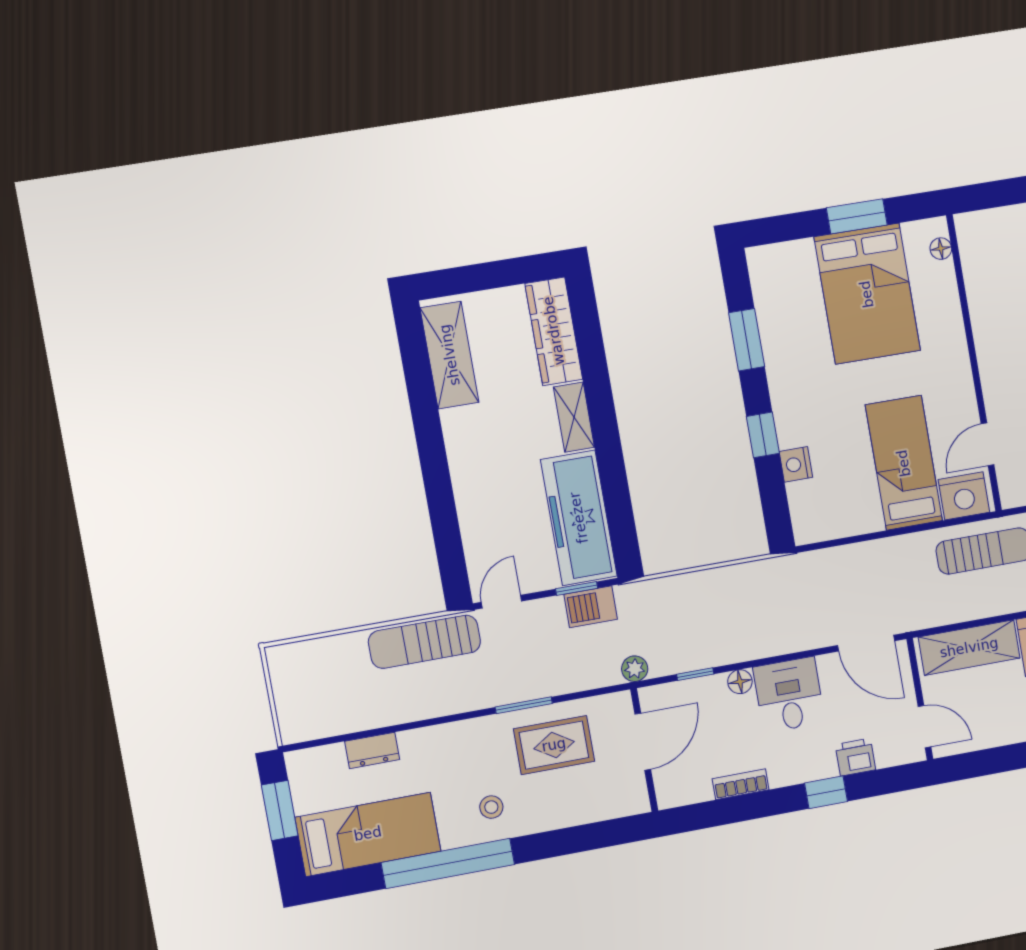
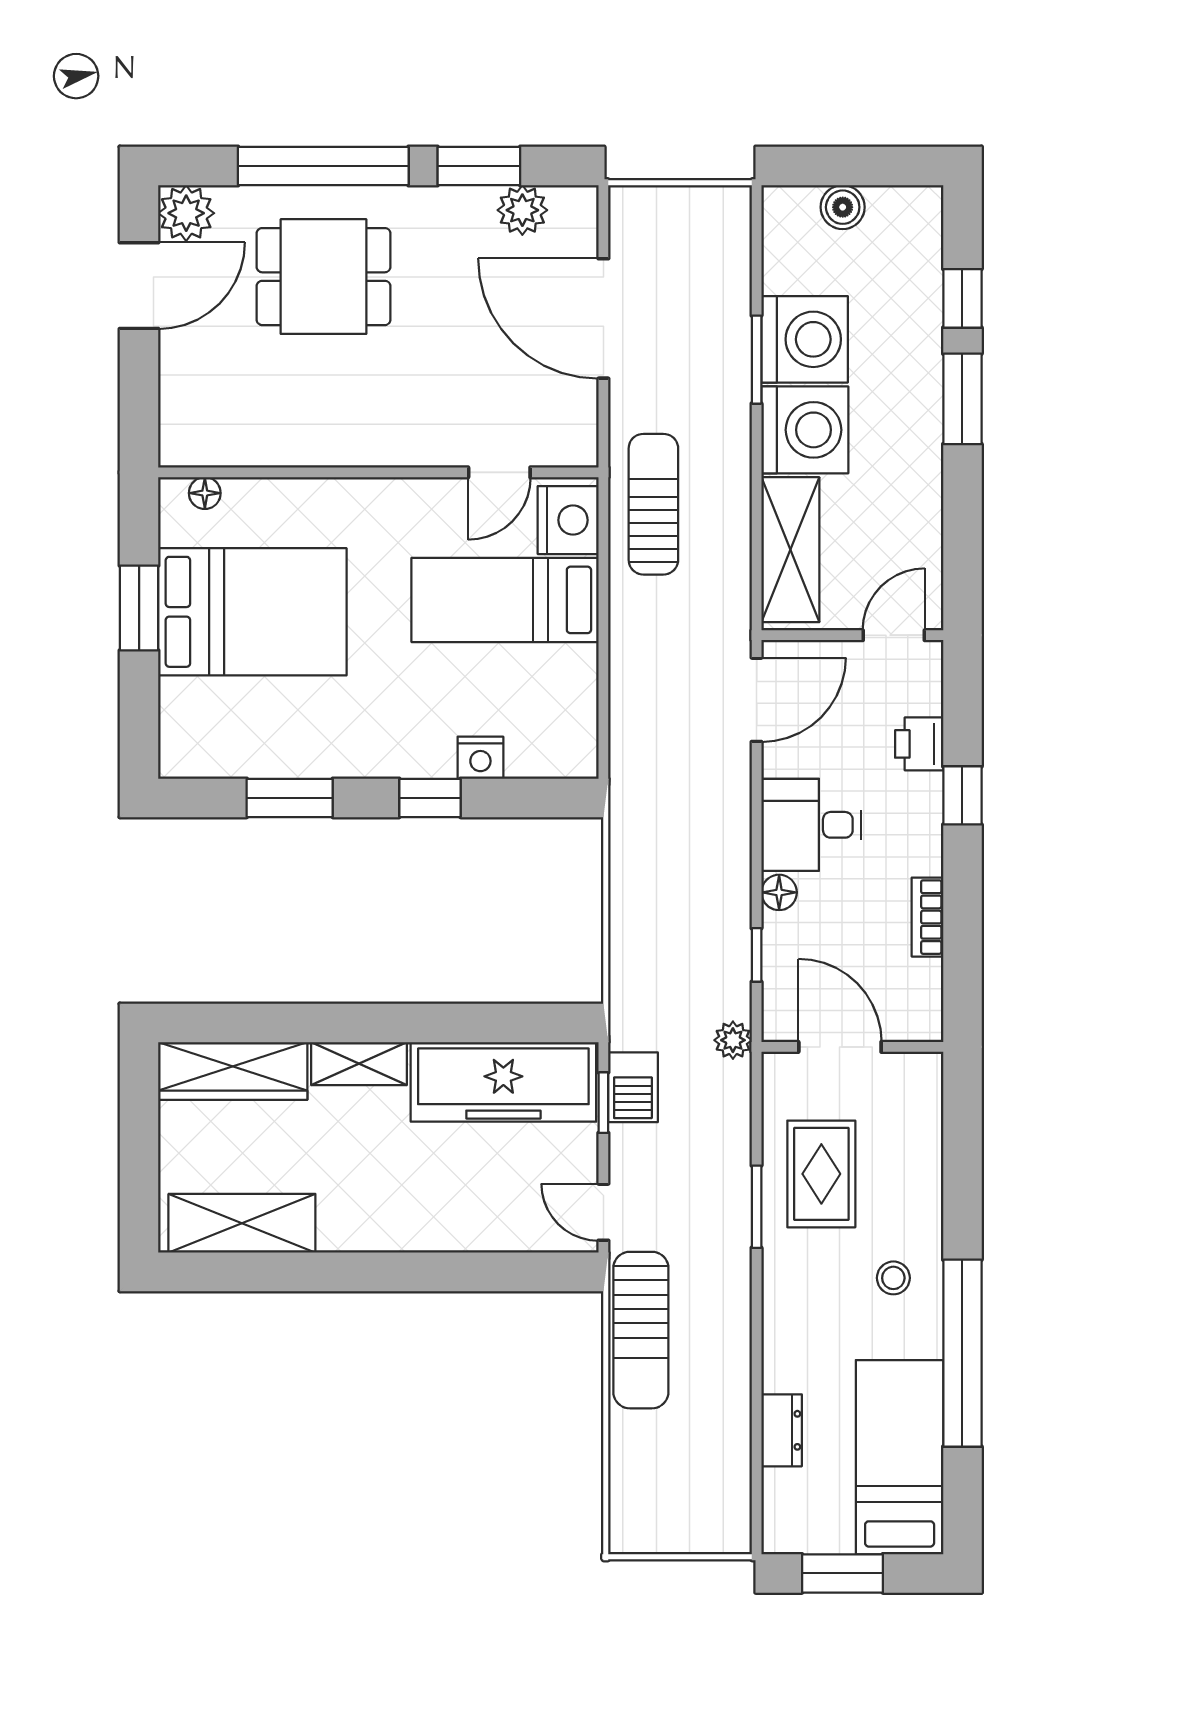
door: (988, 444) -> (499, 472), hinge flipped

